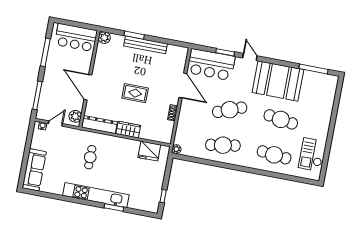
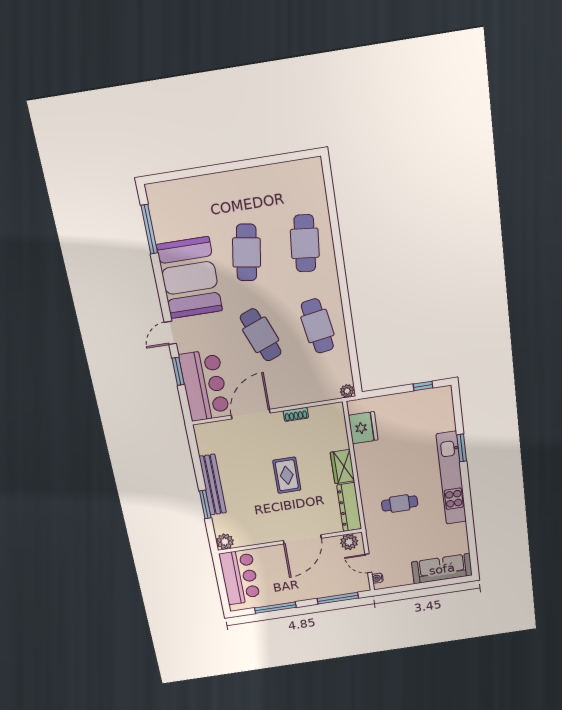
checkout: (312, 155) -> (283, 184), removed

